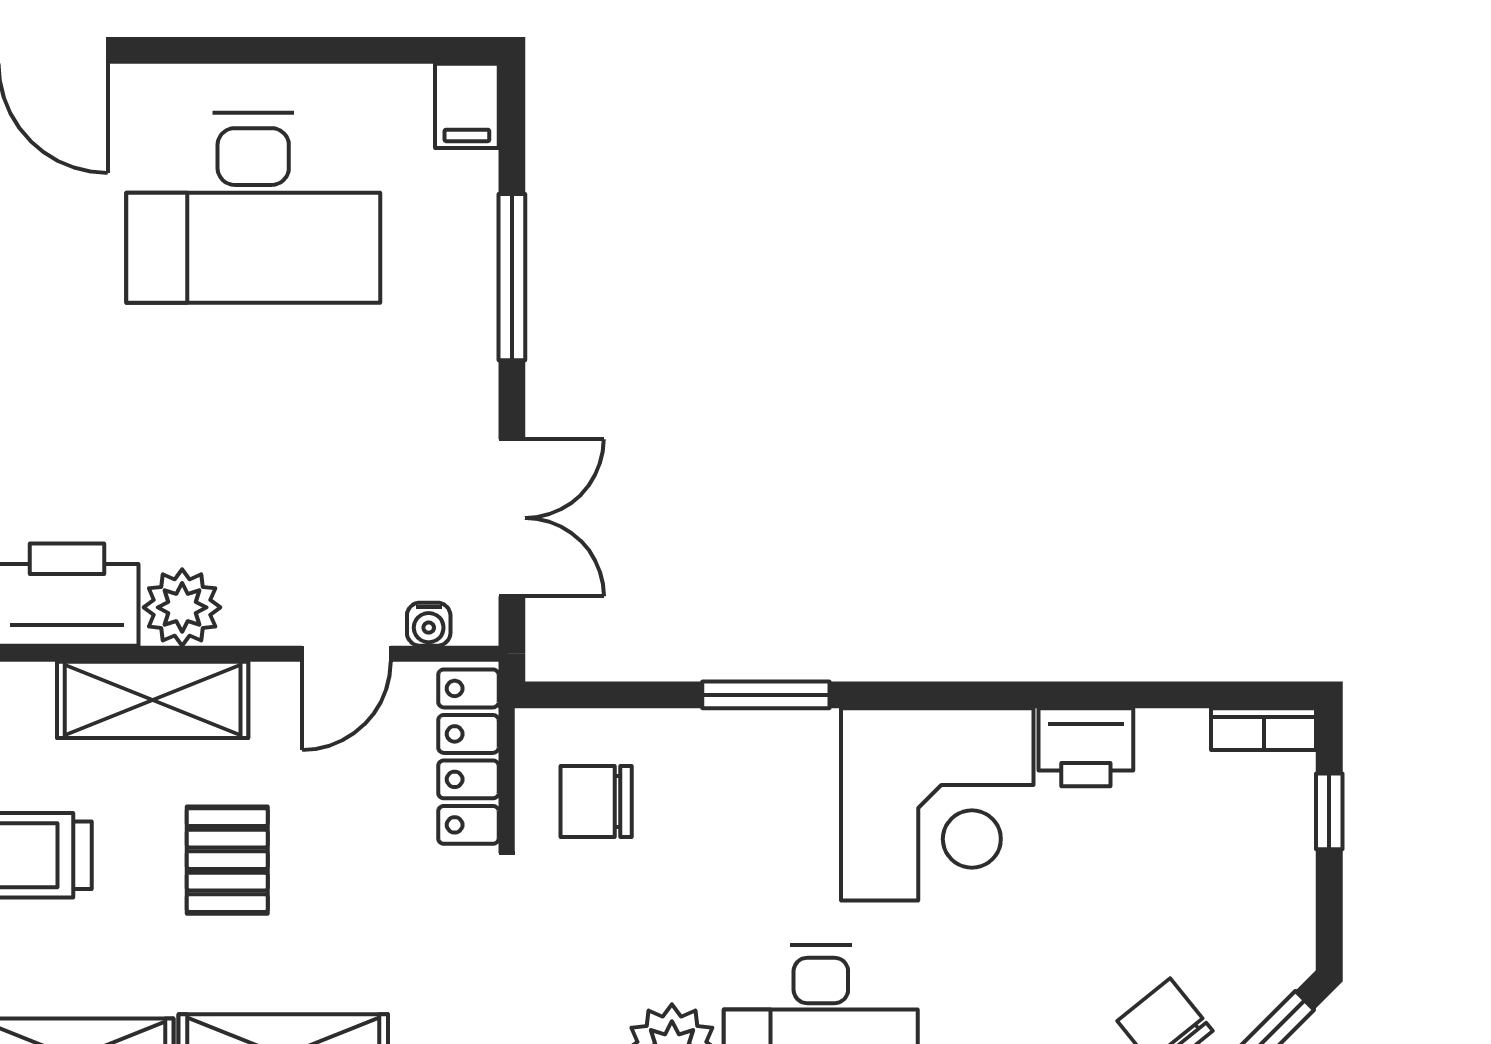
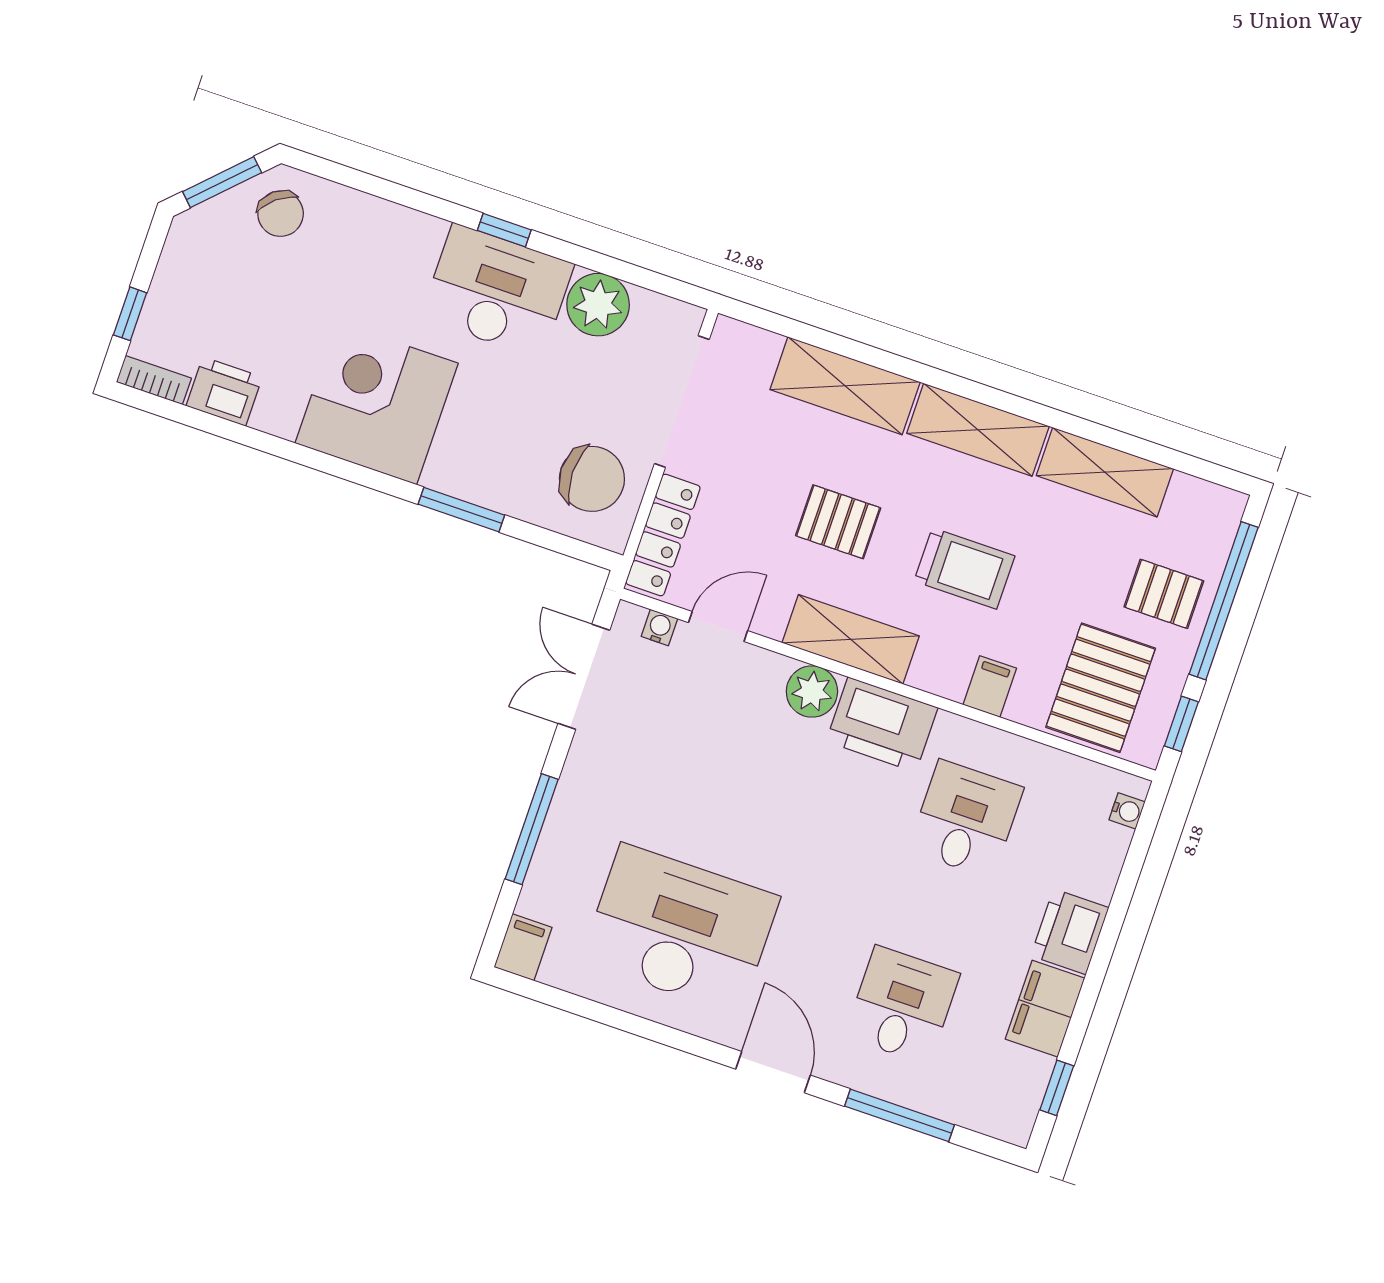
printer: (1086, 747) -> (224, 391), moved
chair: (596, 802) -> (592, 479), width x1.37, depth x1.37
pallet: (227, 860) -> (838, 522), turned 90

